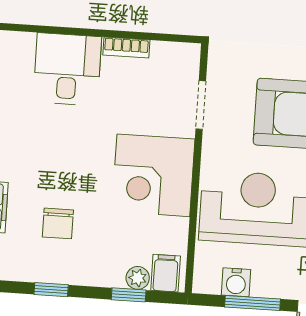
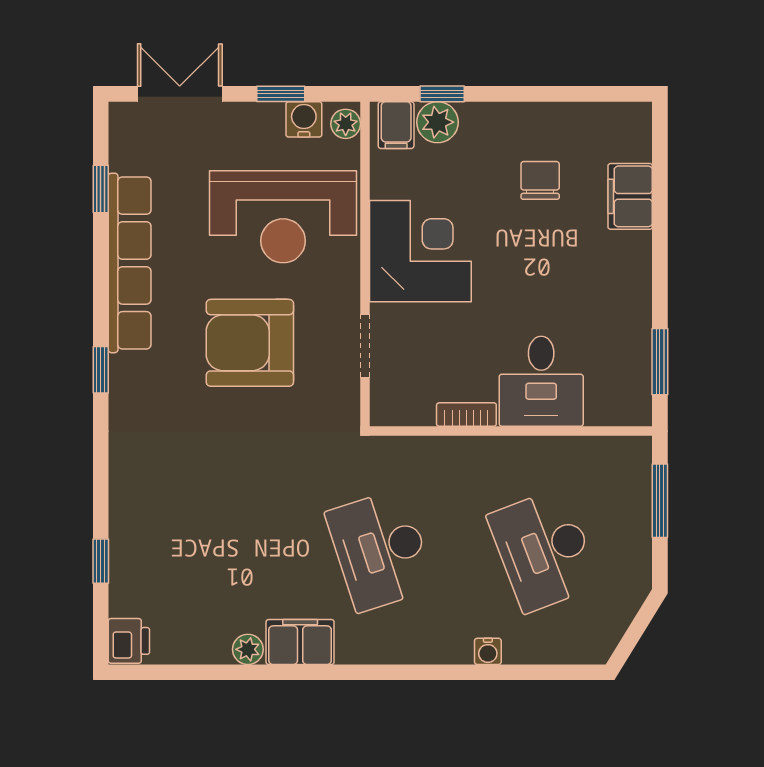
plant: (204, 277) -> (346, 124), added
plant: (138, 278) -> (437, 122), width x1.38, depth x1.38
window: (51, 290) -> (543, 94), removed
window: (252, 303) -> (281, 94), width x0.67

